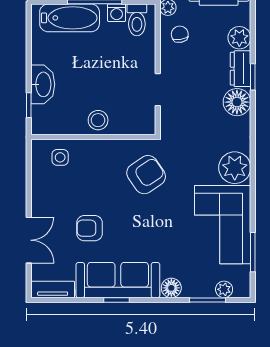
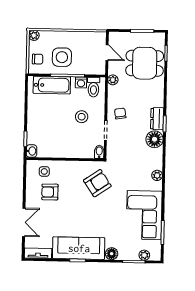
chair: (180, 34) -> (120, 114), moved
plant: (239, 38) -> (157, 99), removed
washbasin: (43, 84) -> (32, 151), moved, width x0.52, depth x0.69
stool: (98, 120) -> (82, 117), moved
bidet: (148, 124) -> (99, 152), added
plant: (235, 168) -> (157, 175), width x0.53, depth x0.53
armchair: (90, 228) -> (50, 192), moved

